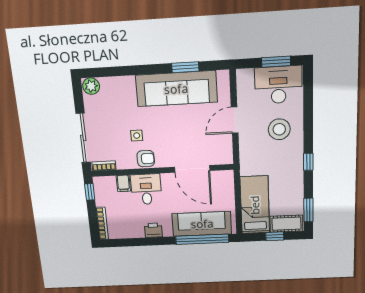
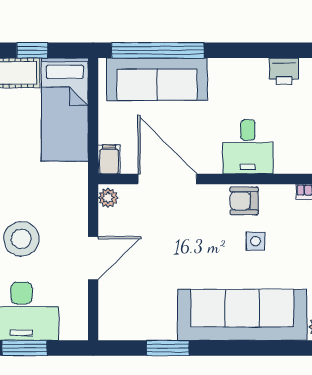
sofa: (176, 89) -> (242, 315), moved
plant: (227, 156) -> (108, 198), added
filing cabinet: (123, 183) -> (109, 159), moved
printer: (153, 230) -> (284, 71), moved

